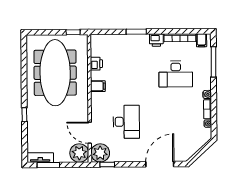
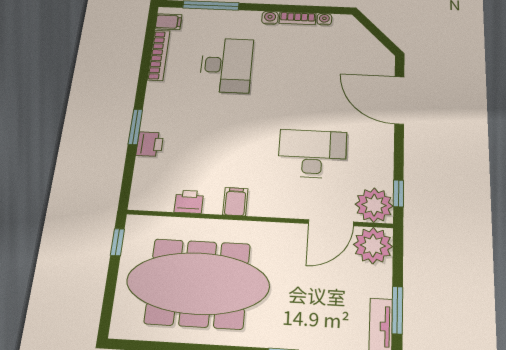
printer: (156, 40) -> (150, 144), moved

